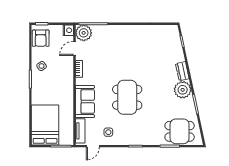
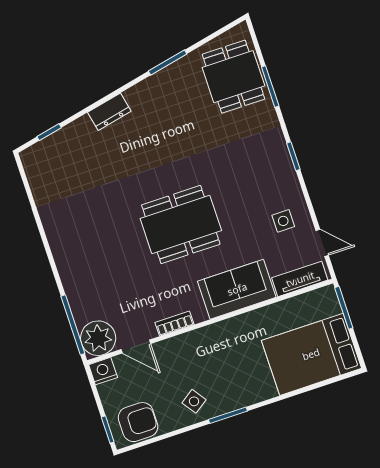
plant: (183, 90) -> (147, 98), removed
dining table: (127, 97) -> (181, 225), moved

